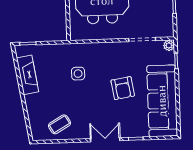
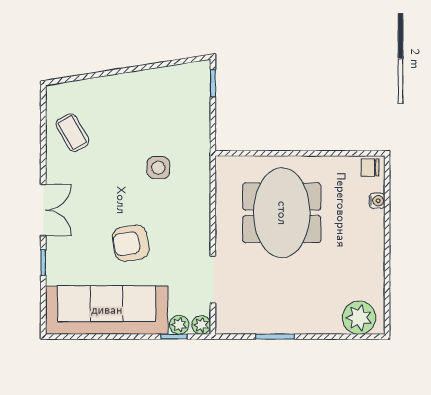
plant: (169, 58) -> (179, 325), added
fireplace: (28, 75) -> (159, 81), removed

